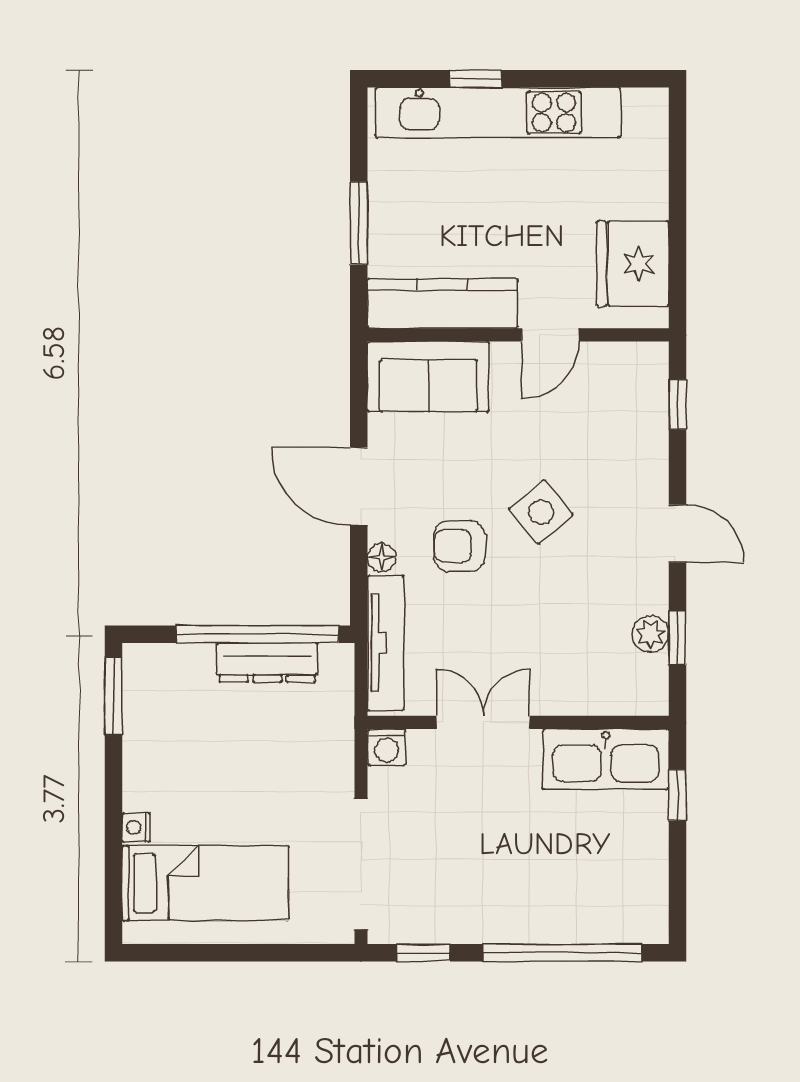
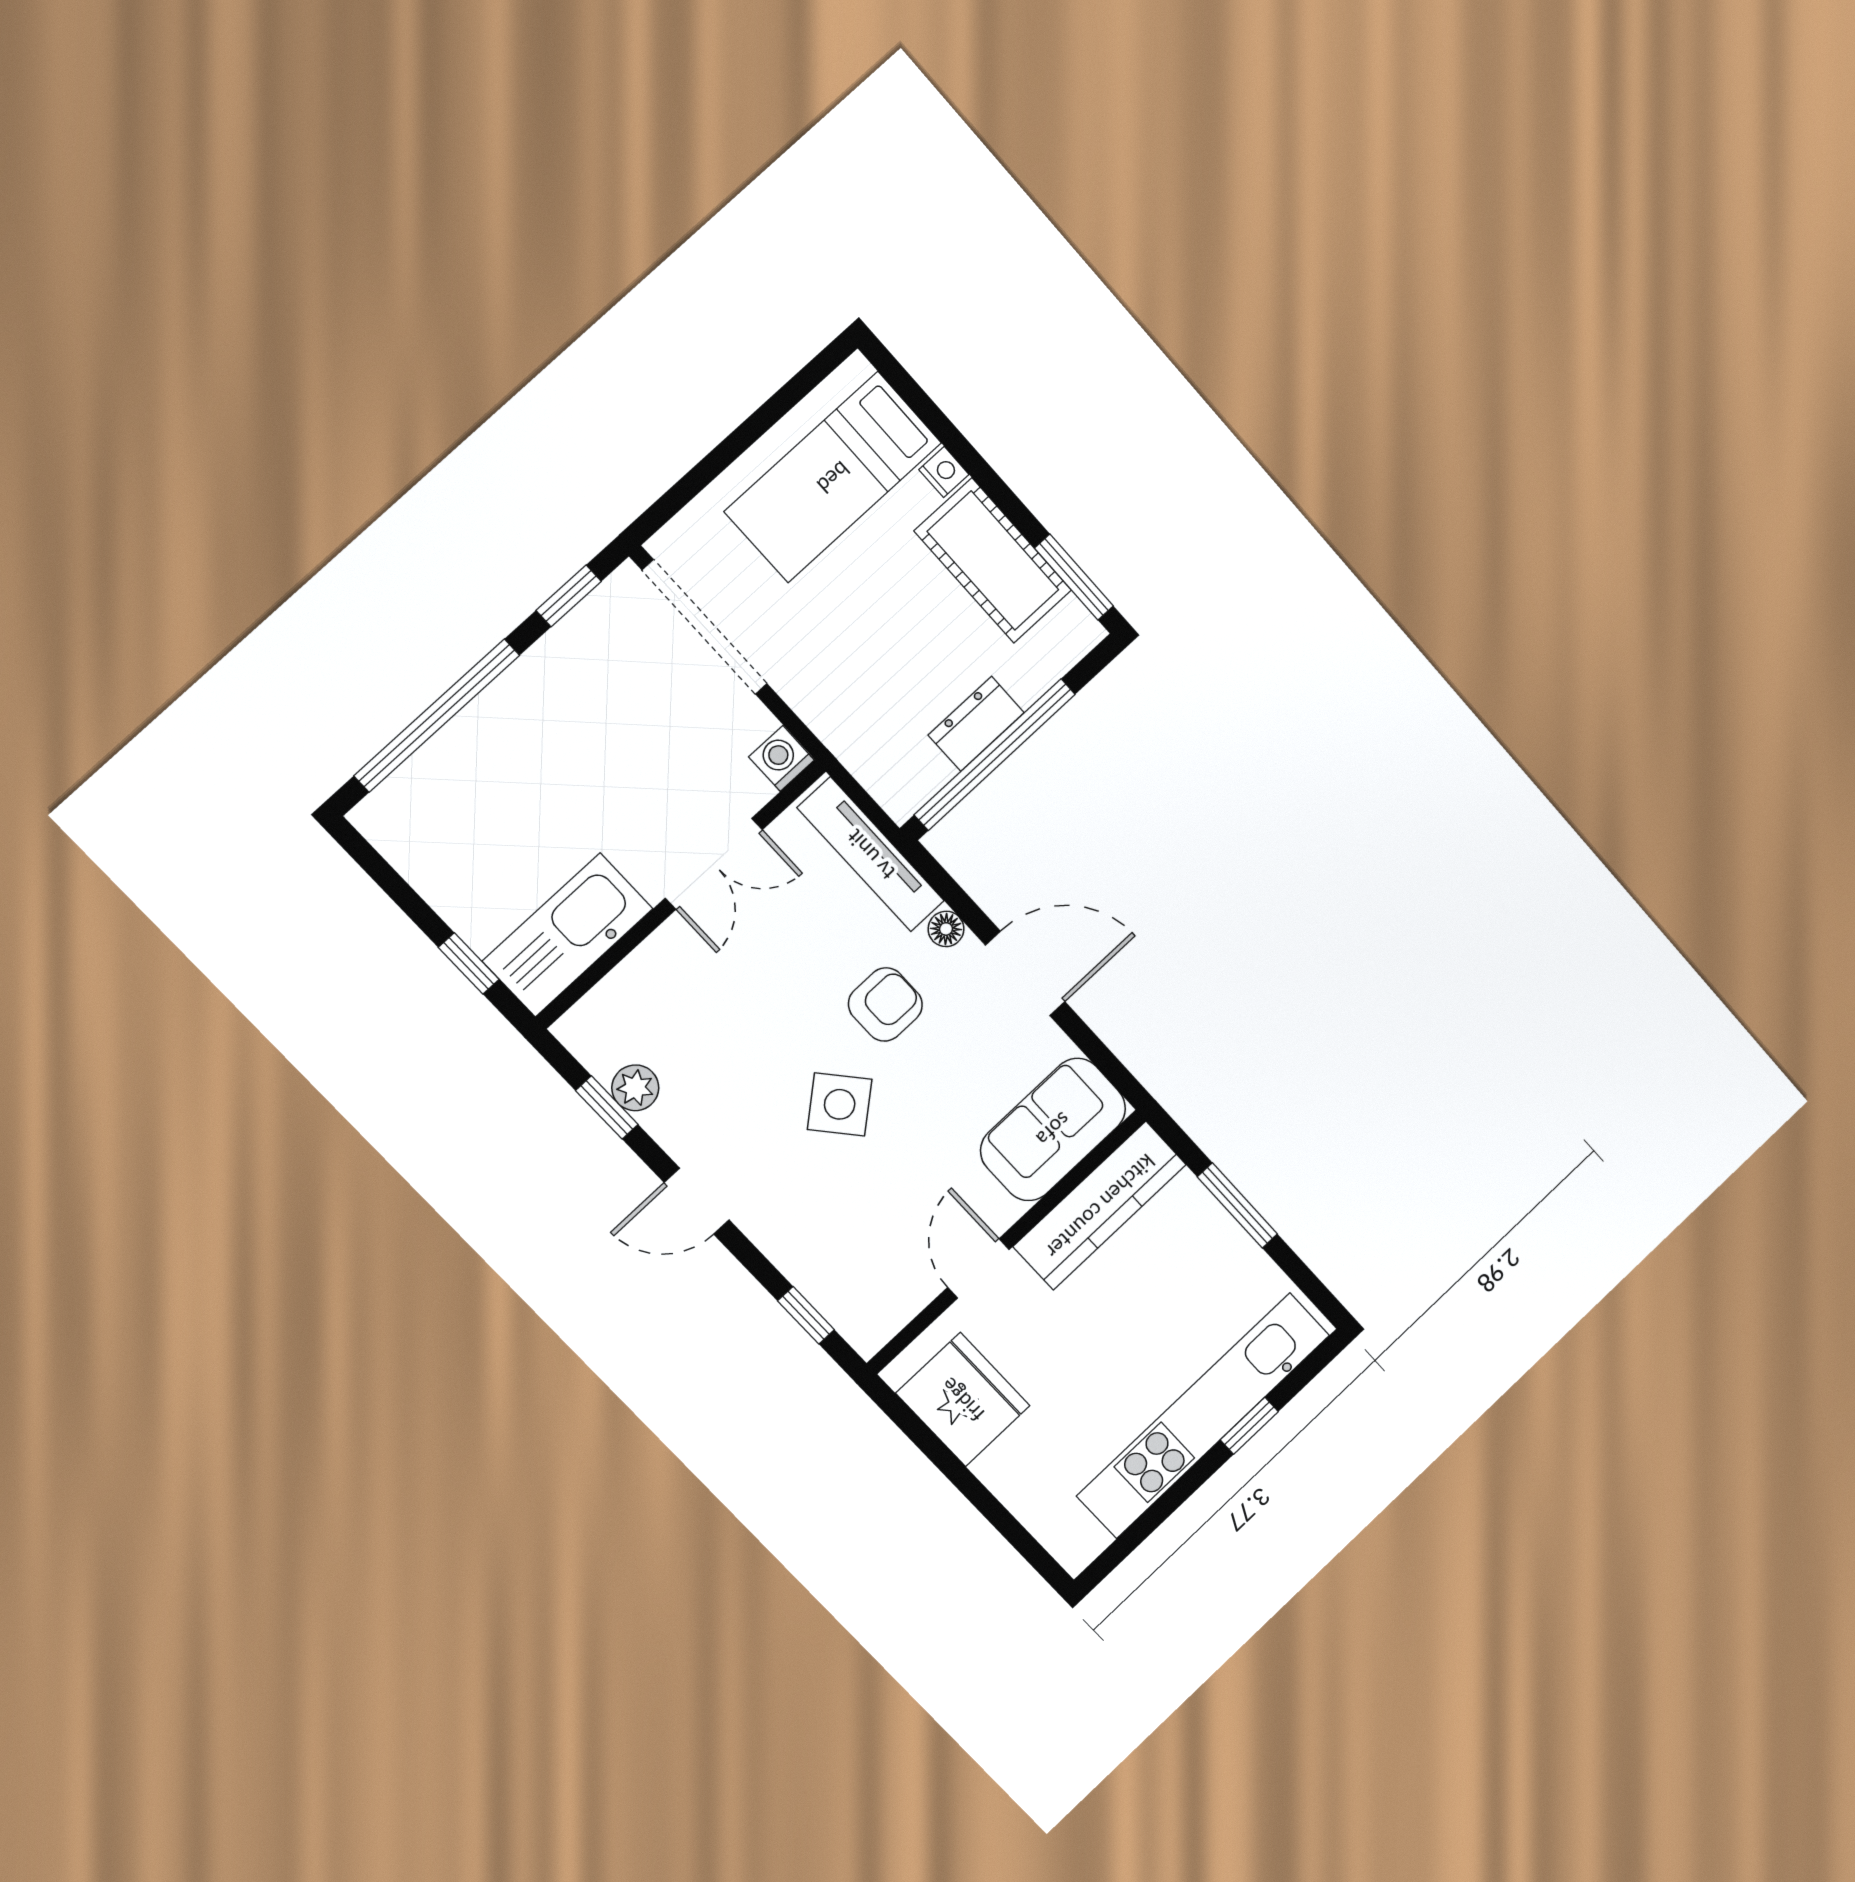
dresser: (267, 662) -> (976, 724), width x0.70
cot: (154, 749) -> (993, 561), added

